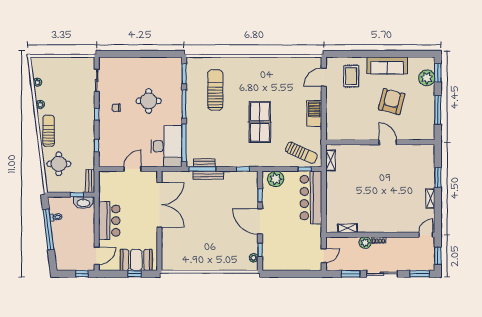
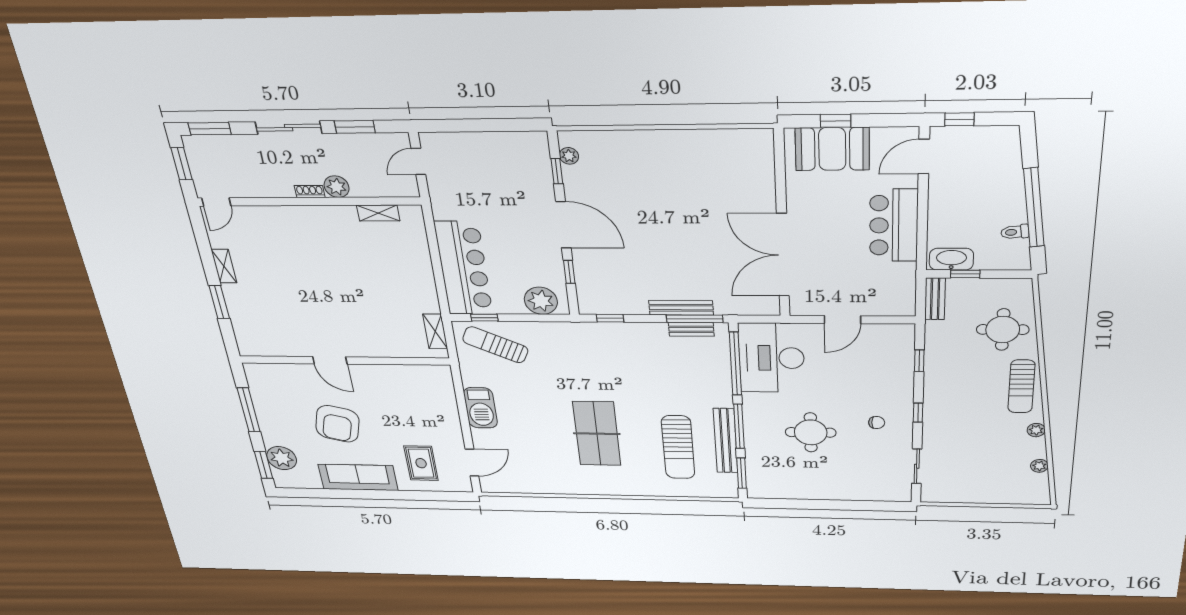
bench: (191, 95) -> (725, 441), added
table tennis table: (260, 122) -> (597, 434), moved

